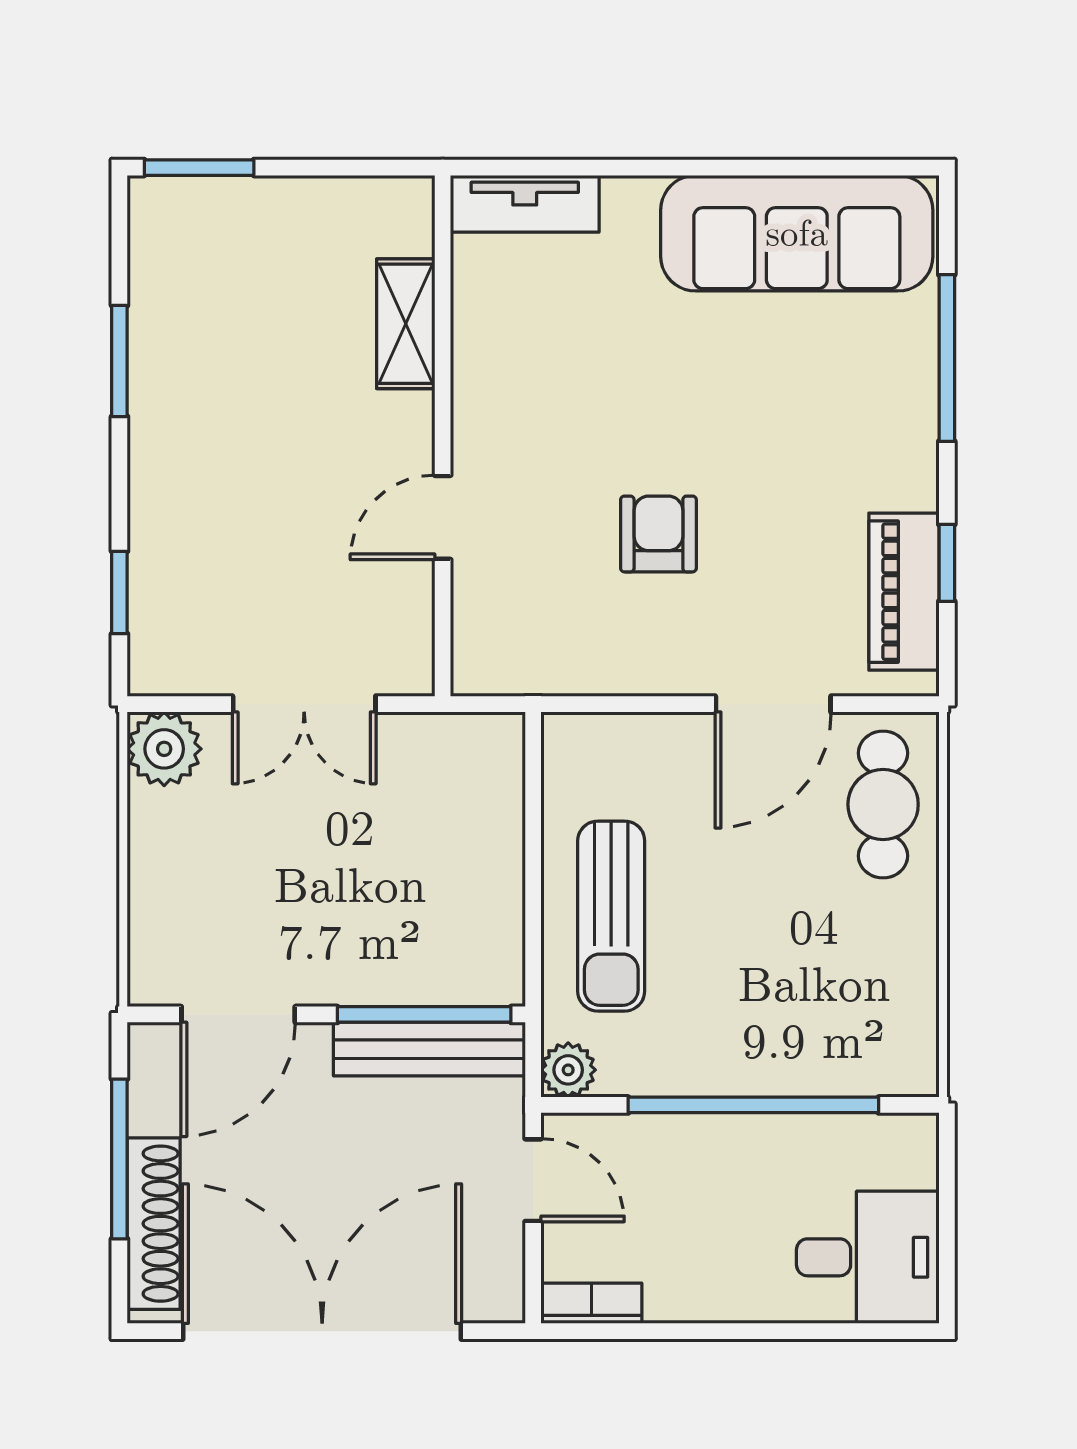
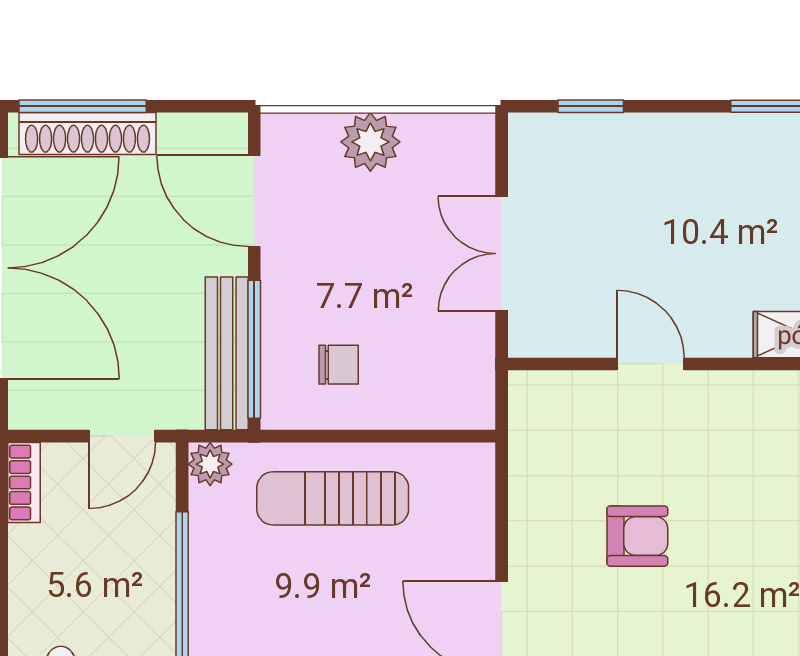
plant: (164, 749) -> (370, 142), moved
chair: (443, 909) -> (339, 365), added
window: (119, 1159) -> (83, 106), moved

